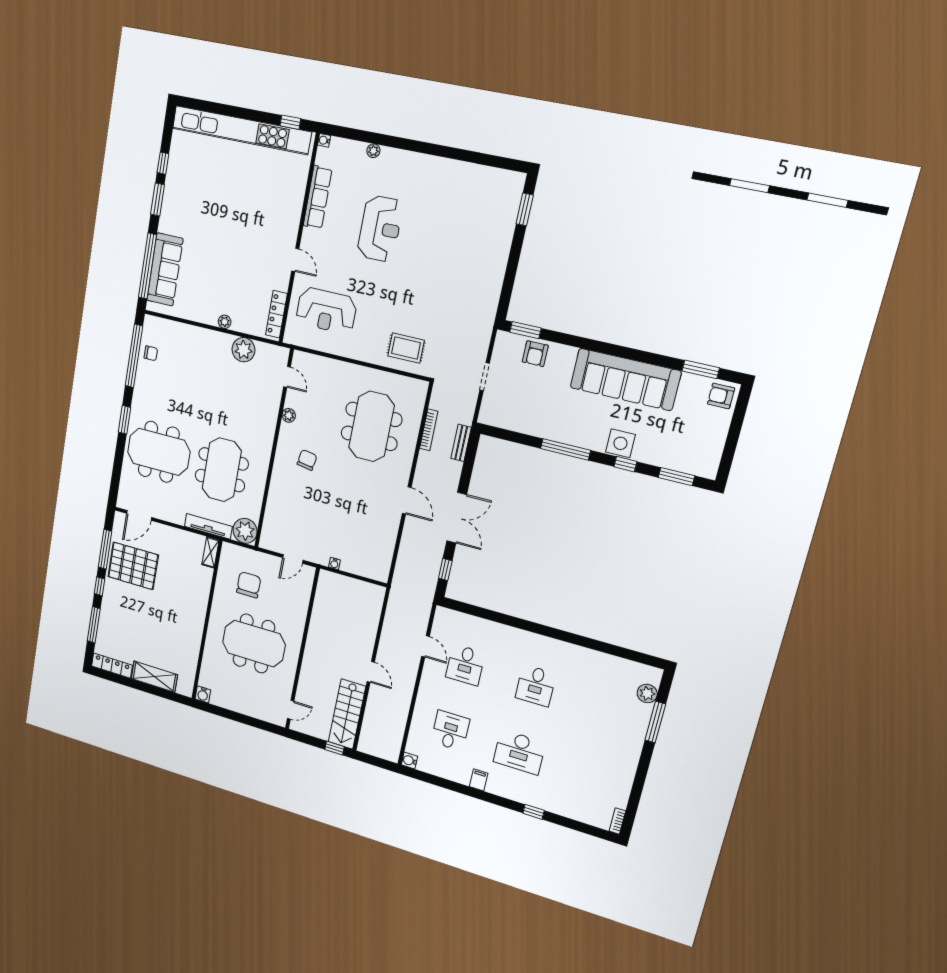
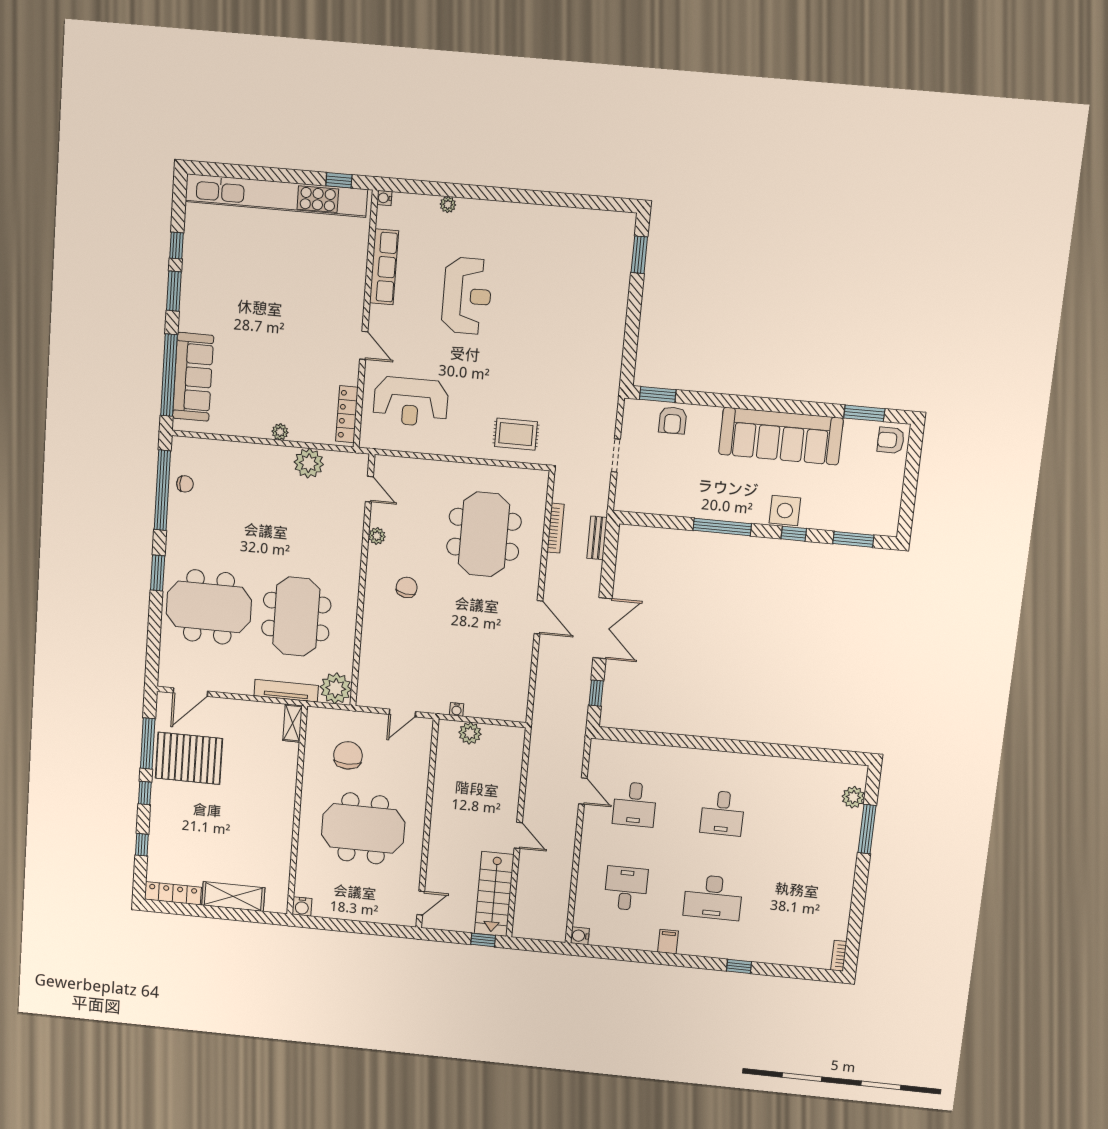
plant: (343, 584) -> (470, 733), added
window: (94, 625) -> (142, 845), width x0.46

